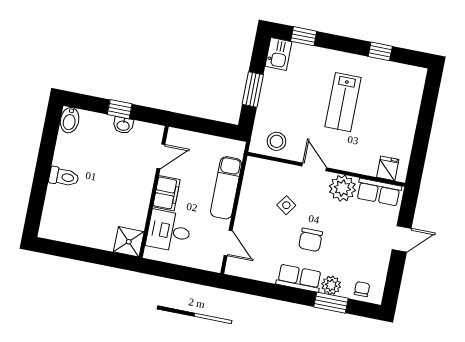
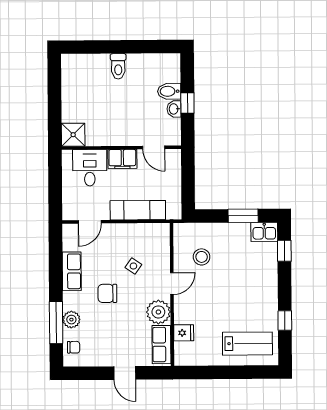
window: (253, 90) -> (243, 216), moved
lab bench: (343, 102) -> (247, 344), moved, turned 180
bidet: (70, 120) -> (169, 91), moved
stool: (276, 141) -> (202, 257), moved
fridge: (388, 168) -> (184, 333), moved
row of seats: (299, 278) -> (72, 271), moved
window: (331, 303) -> (56, 323), width x1.44

